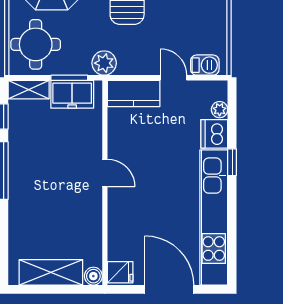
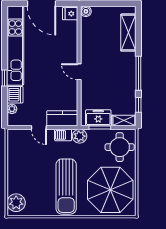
barbecue: (205, 65) -> (63, 135), moved
shelving: (51, 272) -> (128, 33), moved, turned 90

